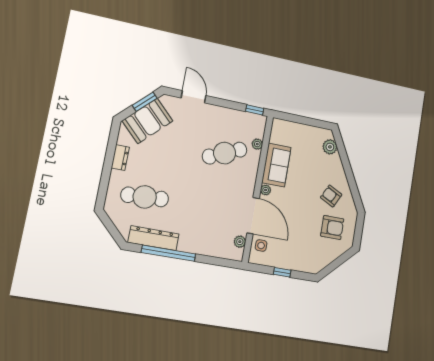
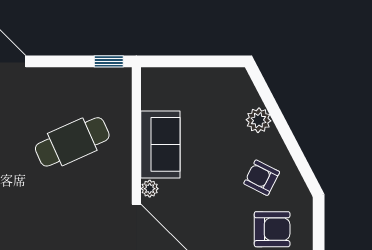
plant: (257, 144) -> (123, 117), removed
plant: (330, 147) -> (258, 120), moved

